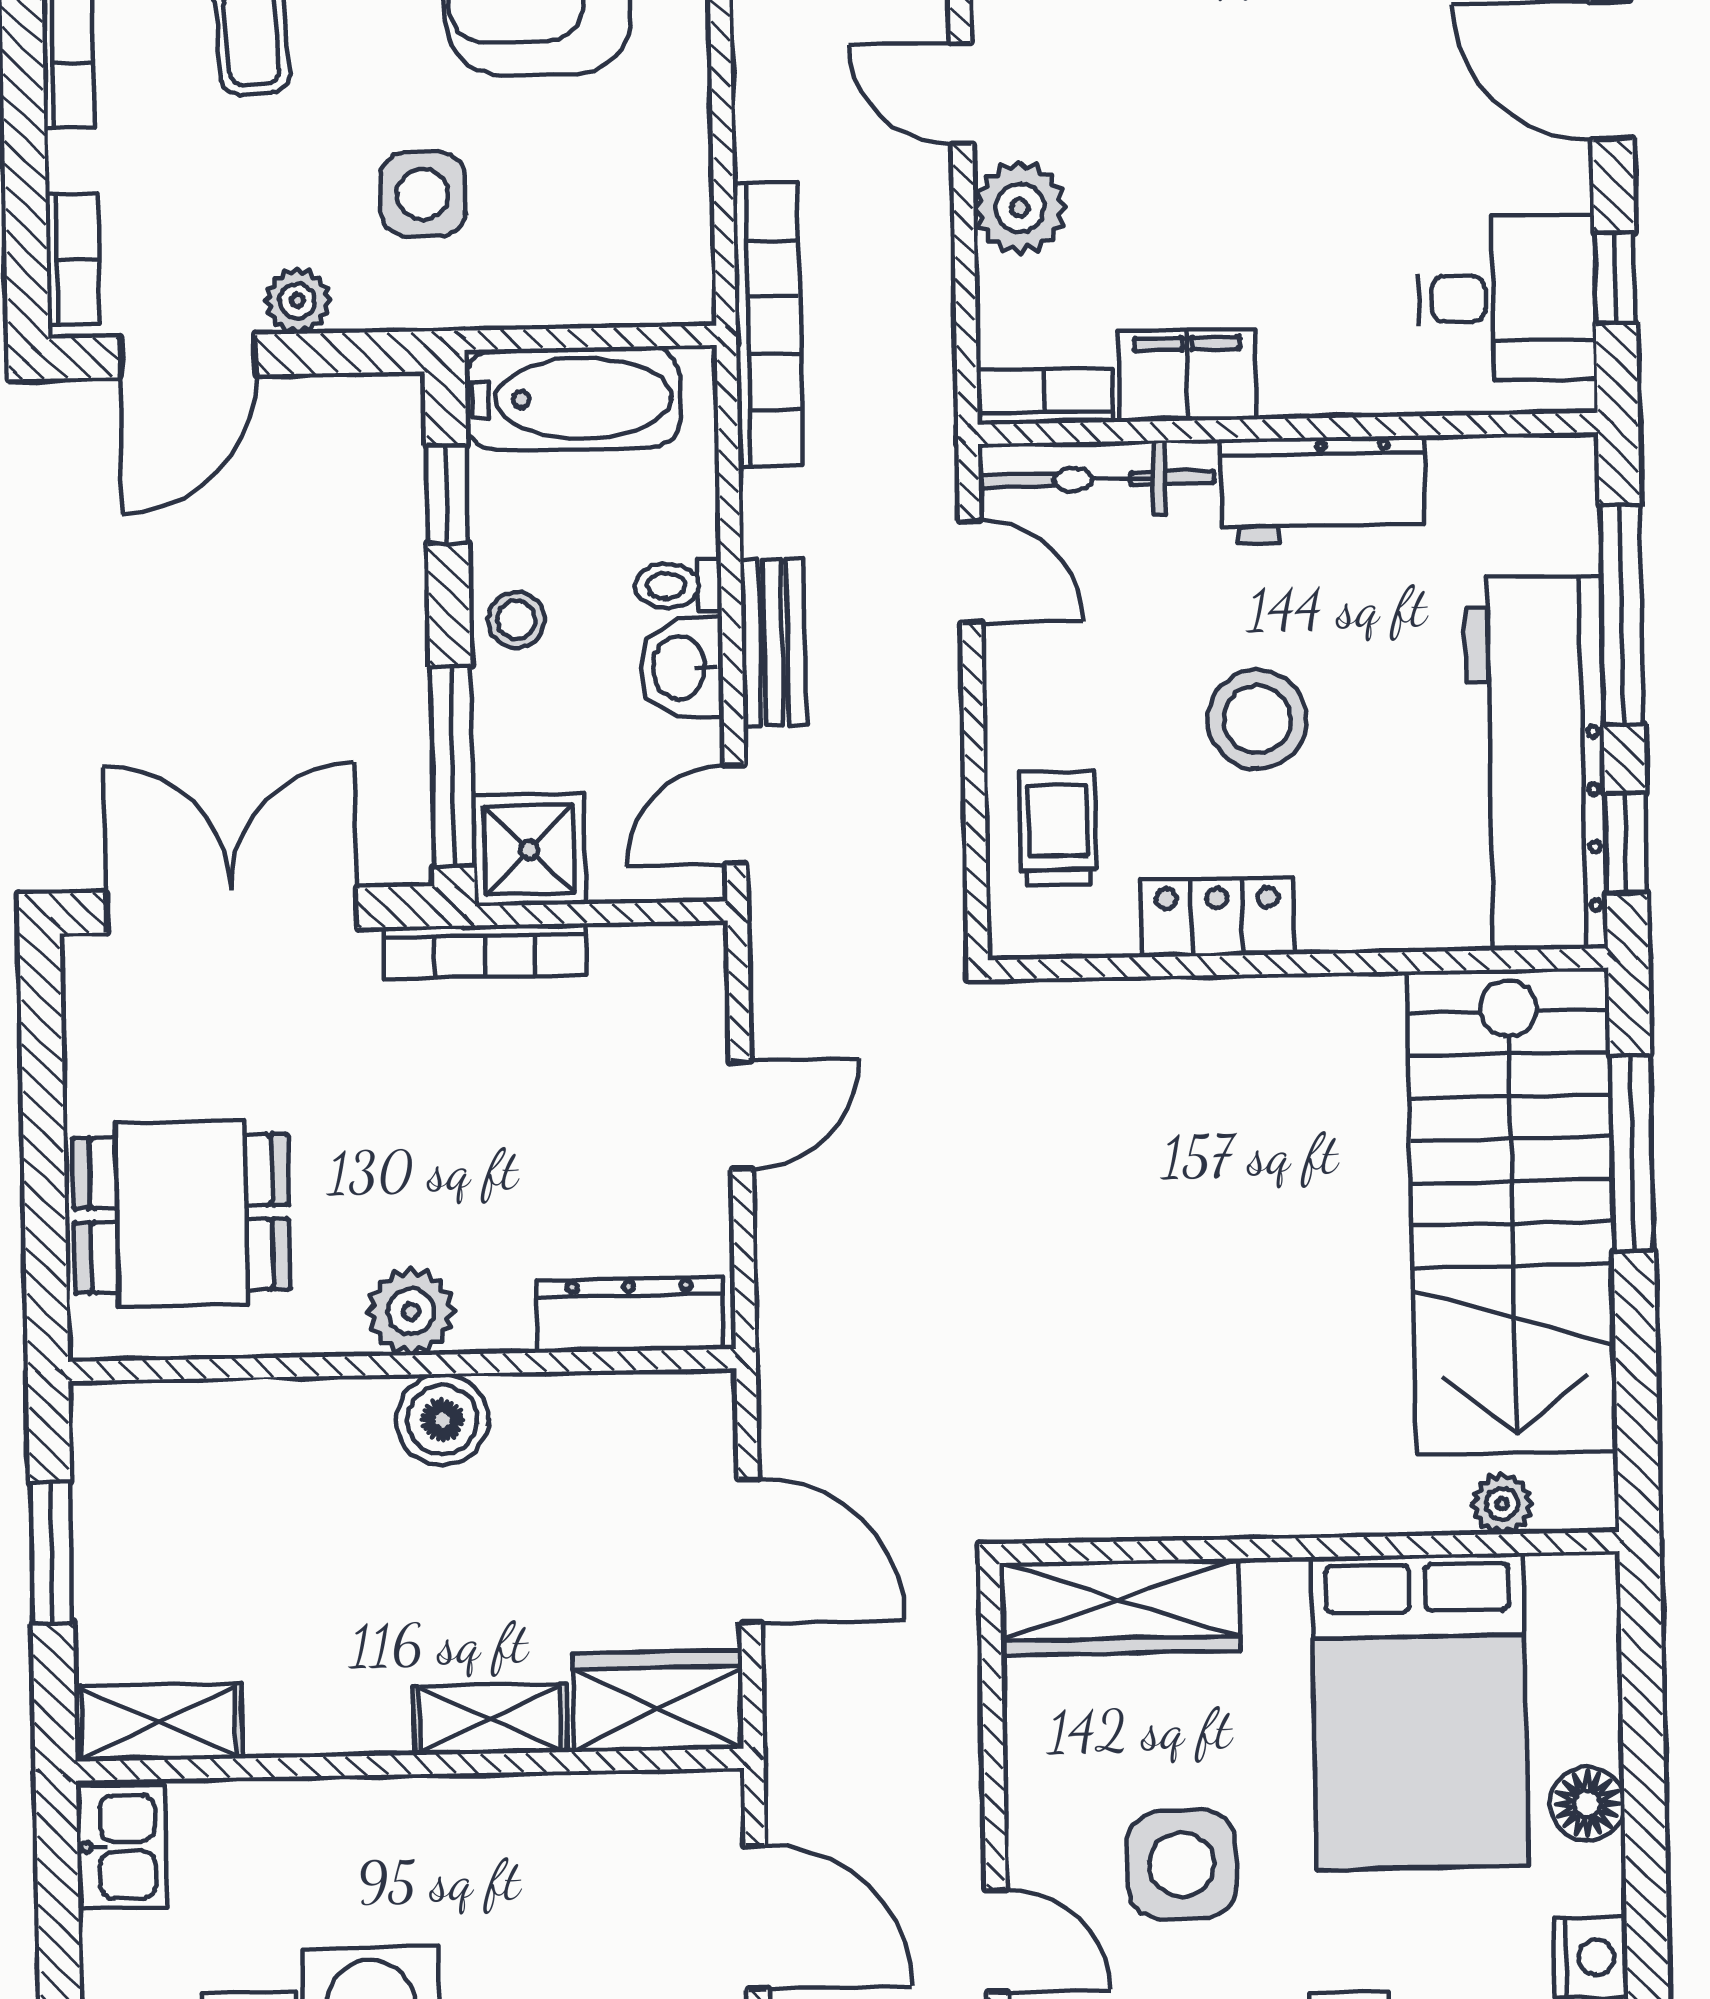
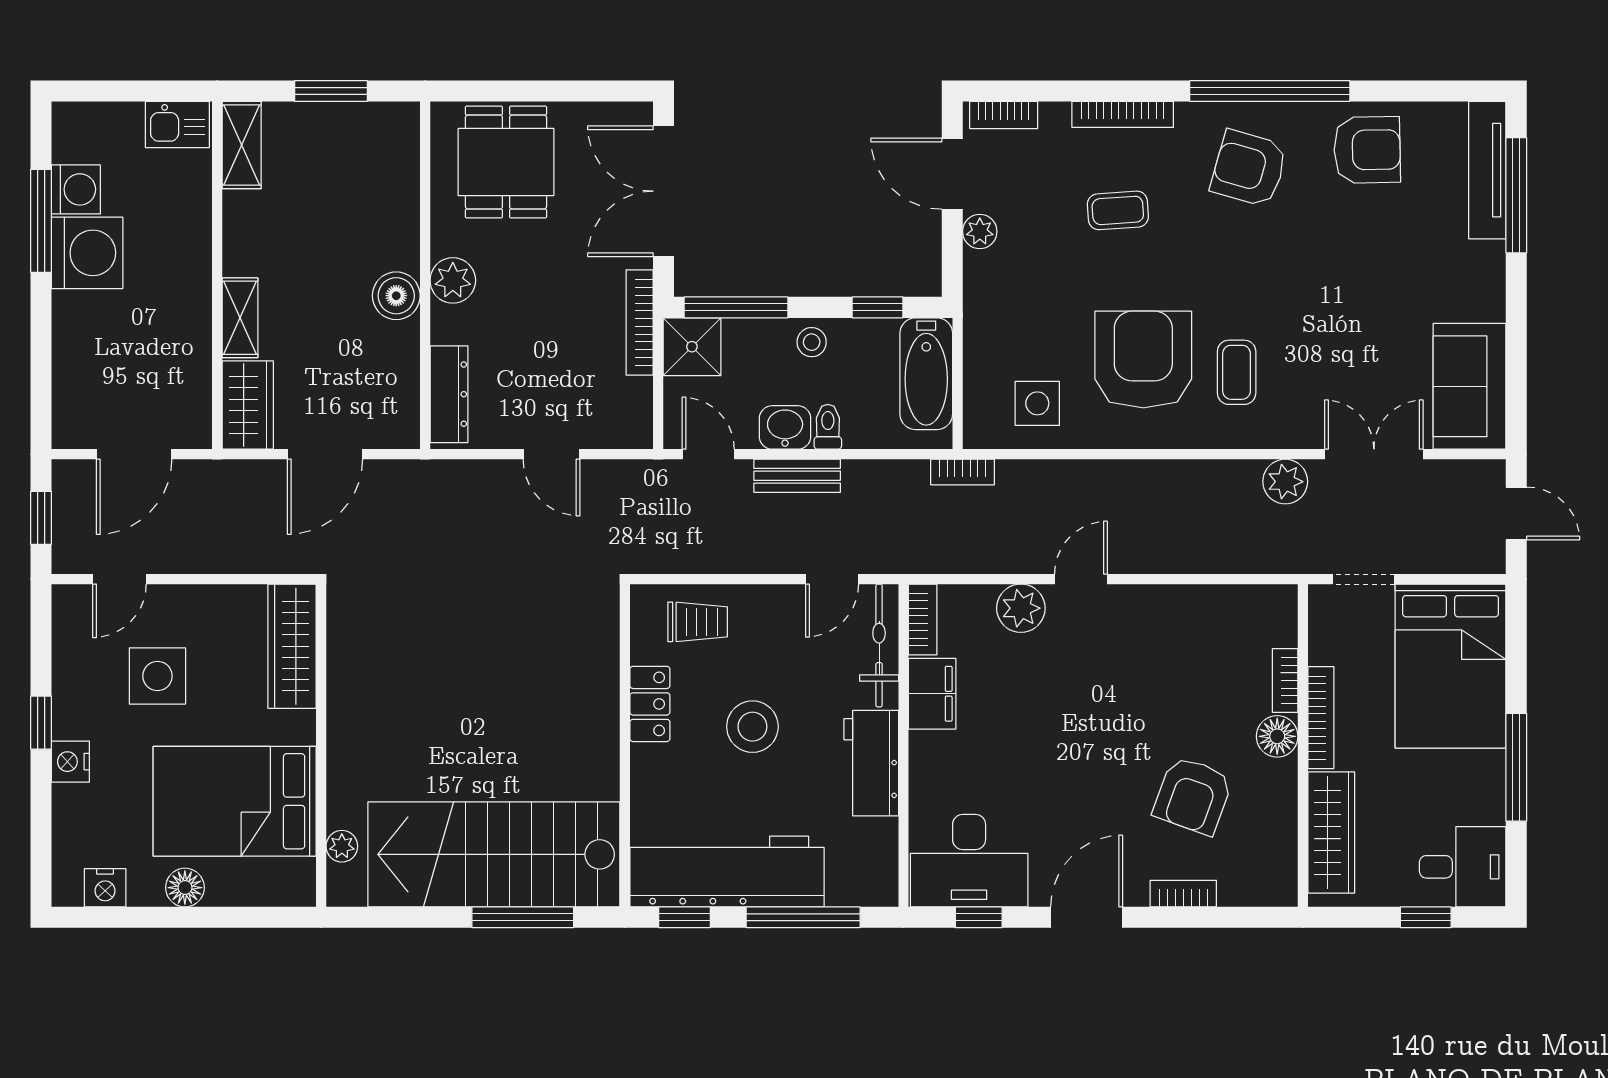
side table: (423, 194) -> (1037, 403), moved
desk: (1507, 298) -> (969, 861), width x1.37
bookcase: (768, 325) -> (963, 472), width x0.43, depth x0.76
double door: (232, 910) -> (663, 191), swing flipped

